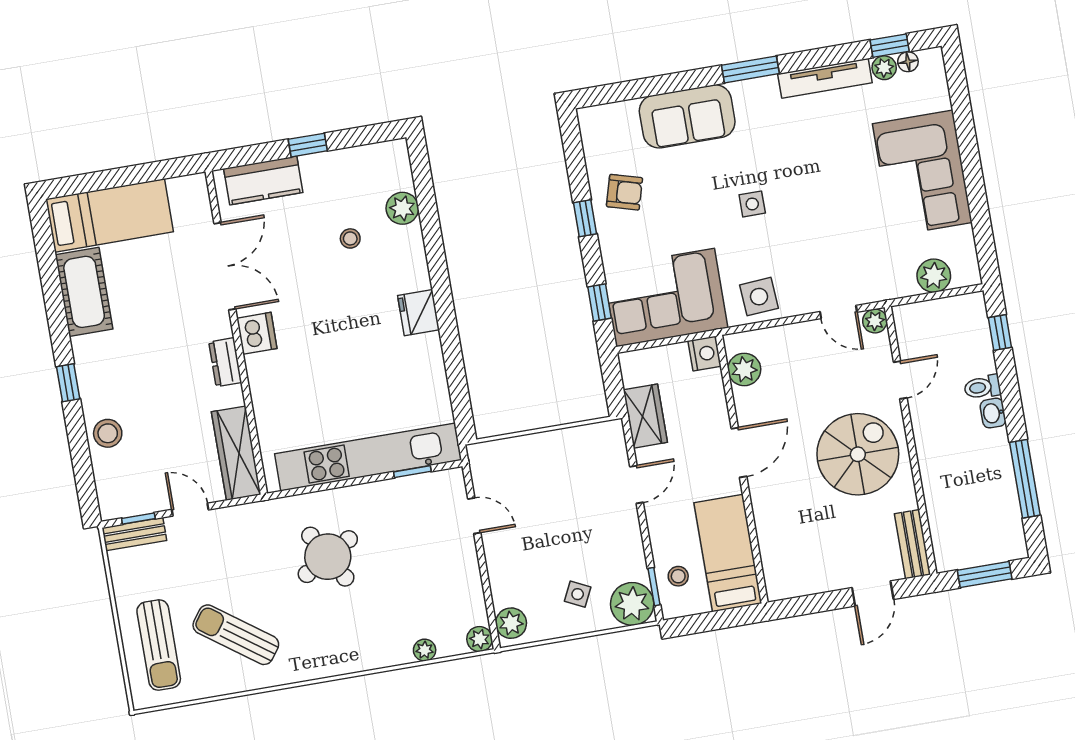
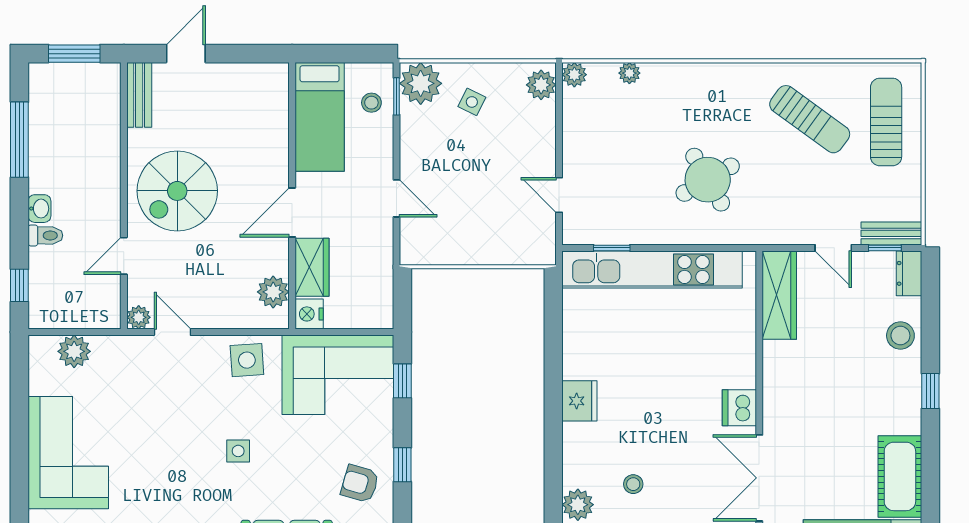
dresser: (225, 362) -> (909, 273), moved, turned 180
wardrobe: (645, 416) -> (312, 267), moved, turned 180
door: (637, 484) -> (397, 198), swing flipped

